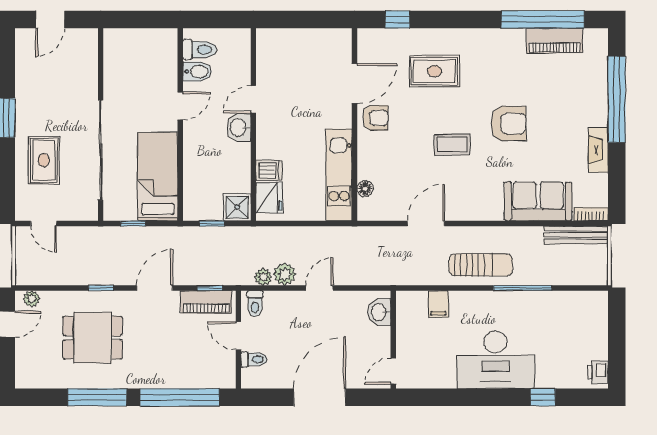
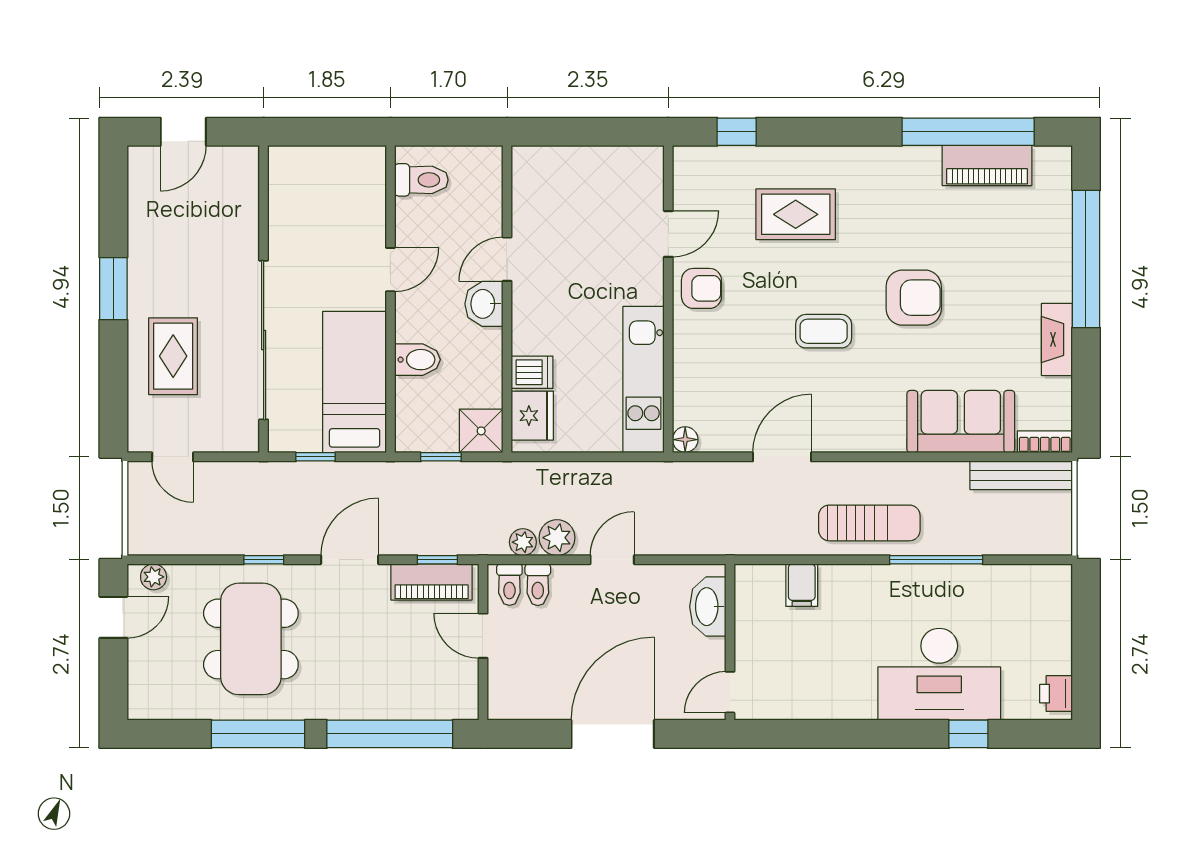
bidet: (197, 71) -> (417, 360), moved
door: (355, 84) -> (668, 234), width x0.73
floor lamp: (365, 189) -> (685, 440), moved
washbasin: (379, 312) -> (708, 607), width x1.38
dining table: (93, 338) -> (251, 639), width x1.38
toilet: (254, 359) -> (538, 585), moved, turned 90
desk: (495, 360) -> (939, 674), moved

